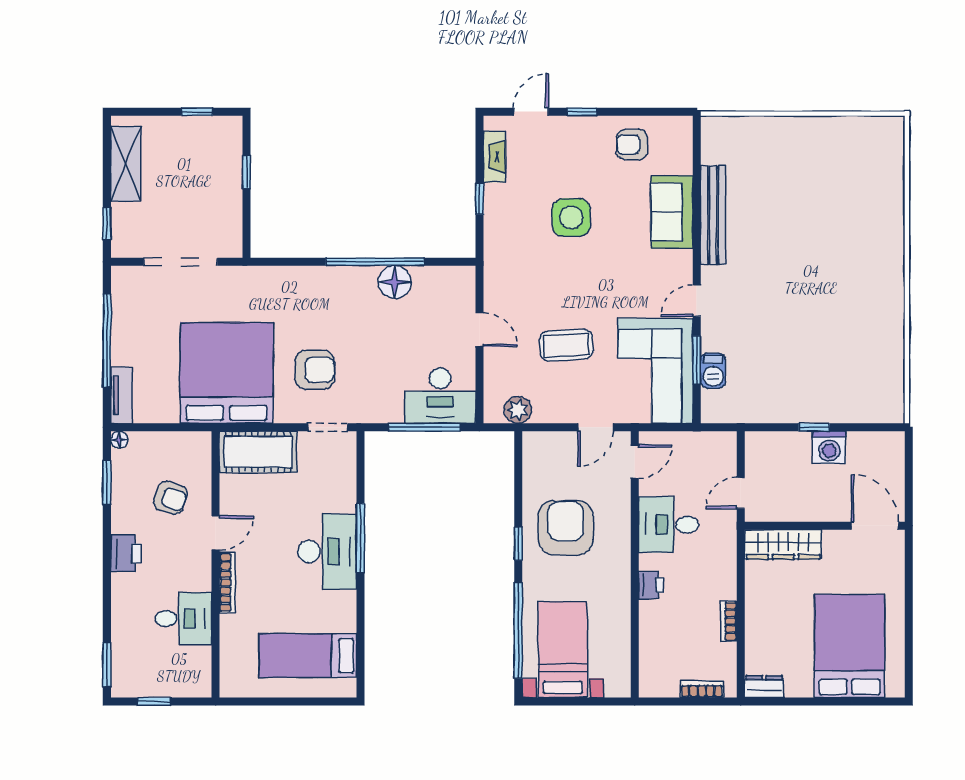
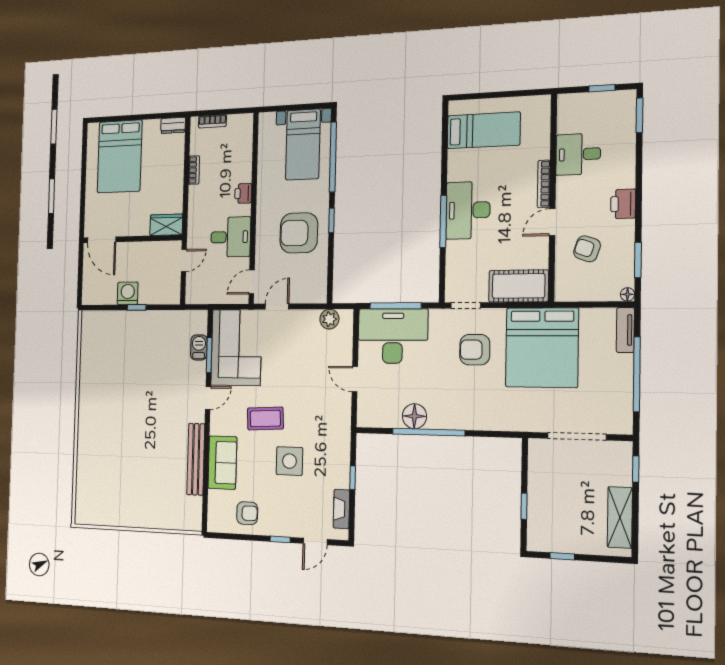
coffee table: (566, 345) -> (265, 418), moved
desk: (440, 396) -> (393, 336), width x1.36, depth x1.30
armchair: (566, 528) -> (299, 233), turned 90
wardrobe: (783, 544) -> (166, 225), width x0.67

